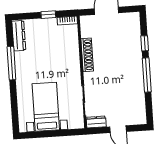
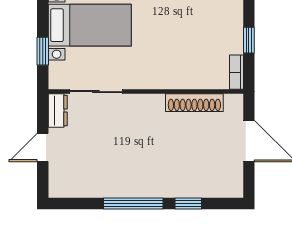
shoe rack: (87, 55) -> (194, 103), moved
window: (63, 133) -> (43, 51), added

